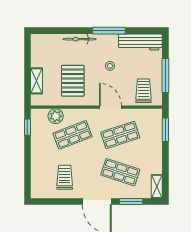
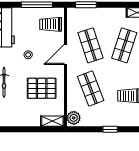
shelving: (37, 81) -> (52, 121), moved
plant: (56, 116) -> (74, 118), moved
window: (27, 127) -> (110, 129), moved

